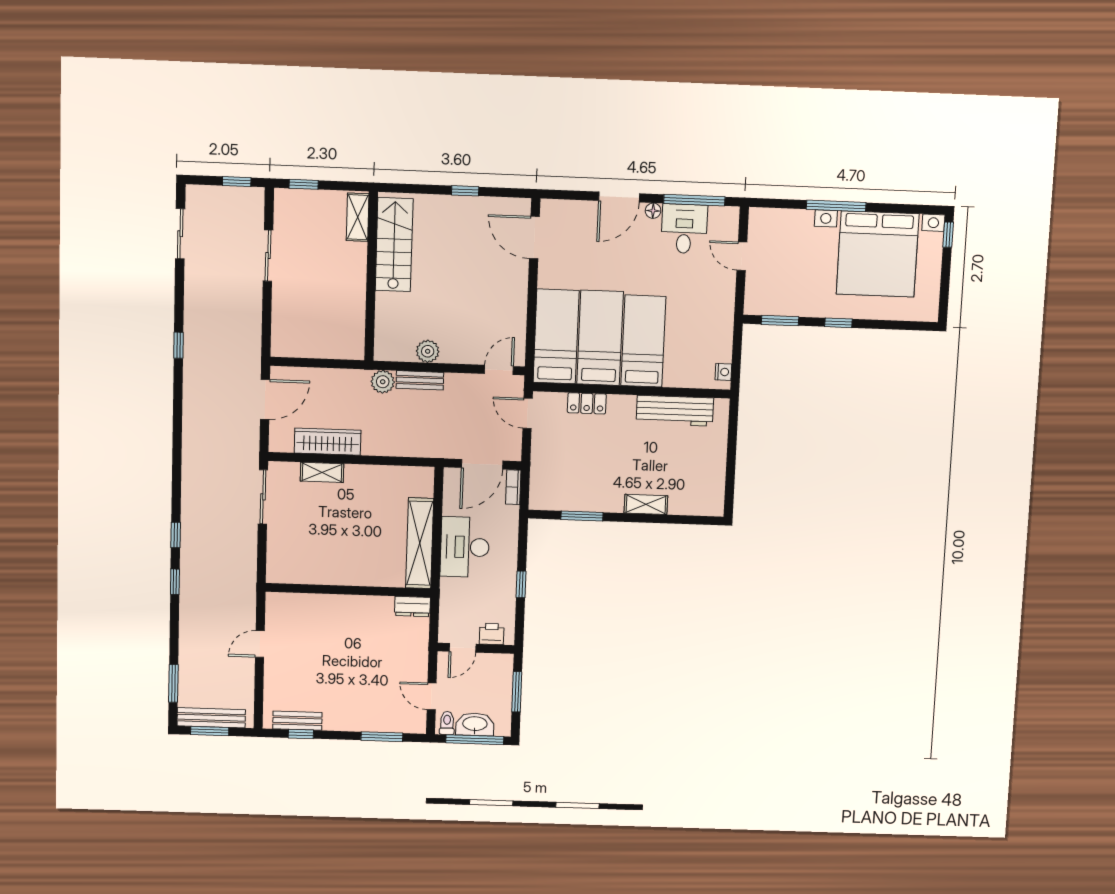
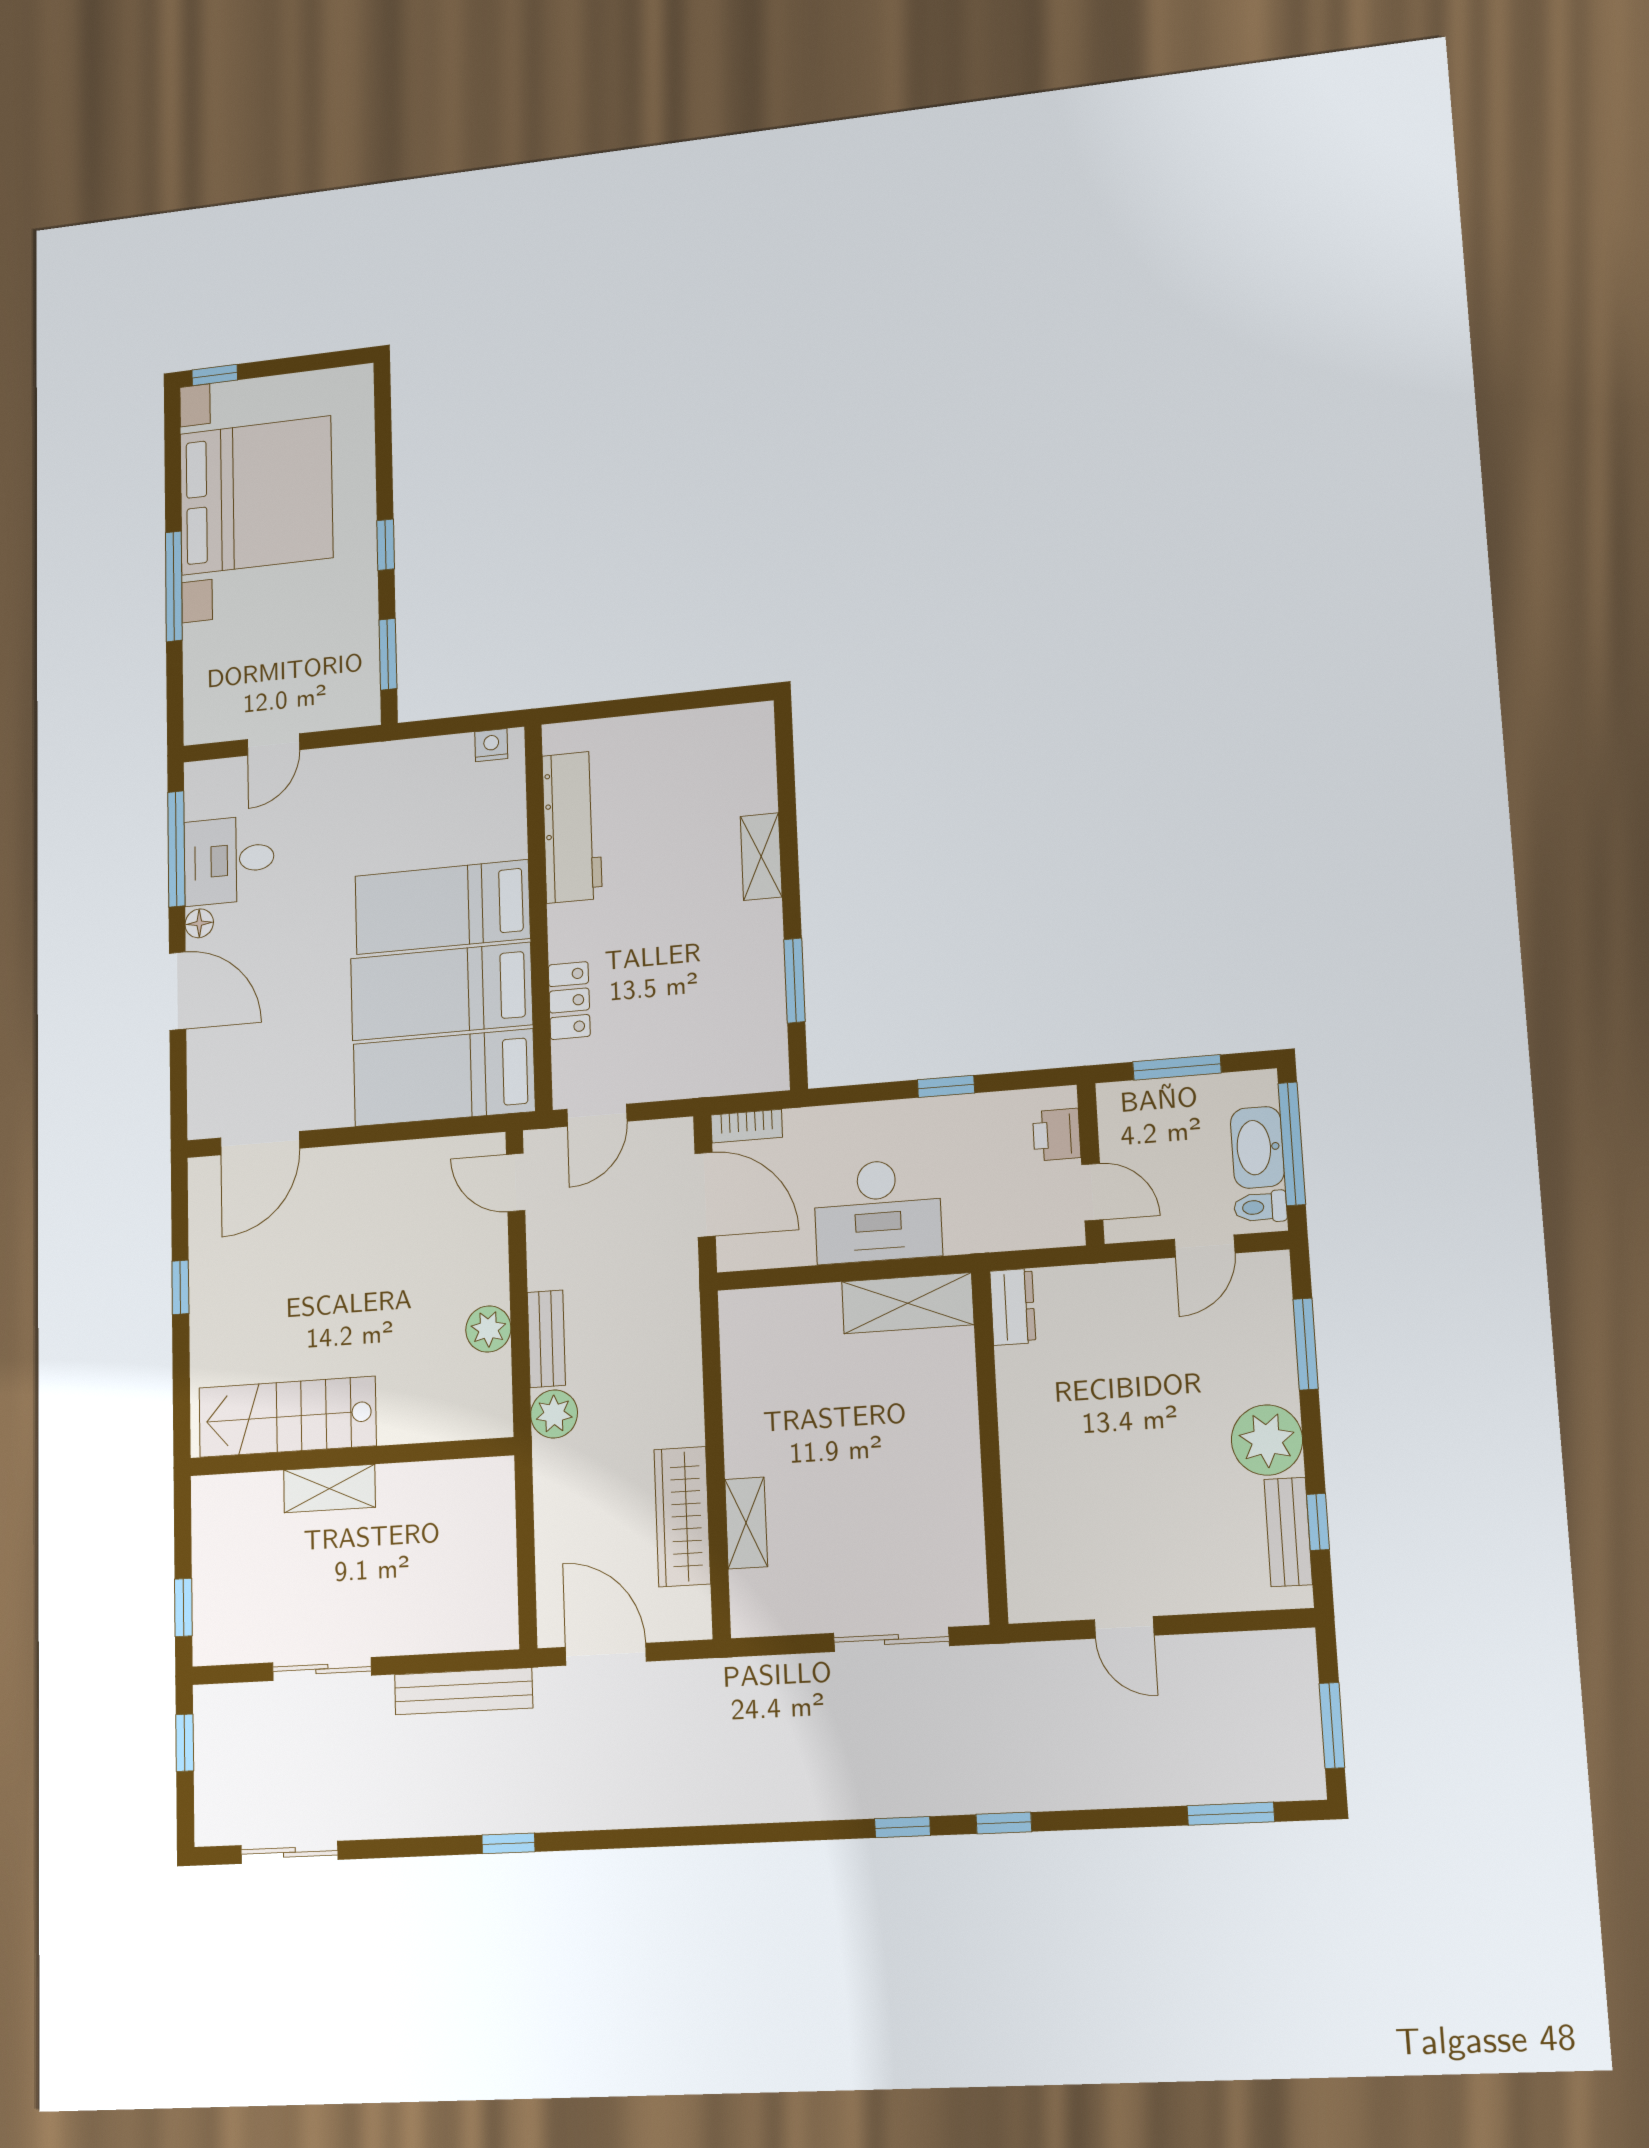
shelving: (358, 217) -> (329, 1489), moved
sliding door: (263, 497) -> (891, 1639), moved
shelving: (420, 543) -> (908, 1303), width x0.68
plant: (340, 715) -> (1267, 1440), added
bench: (211, 718) -> (463, 1691), moved, turned 90

